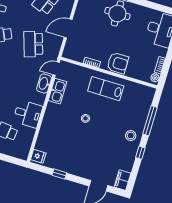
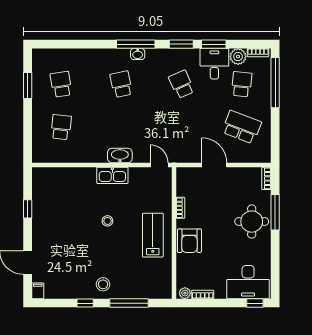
school desk: (33, 44) -> (181, 127), removed
washbasin: (44, 84) -> (120, 156), moved
kitchen sink: (57, 91) -> (112, 175), moved
desk: (28, 114) -> (91, 146), removed
fridge: (38, 156) -> (42, 176), removed
filing cabinet: (122, 180) -> (38, 291), width x0.50

